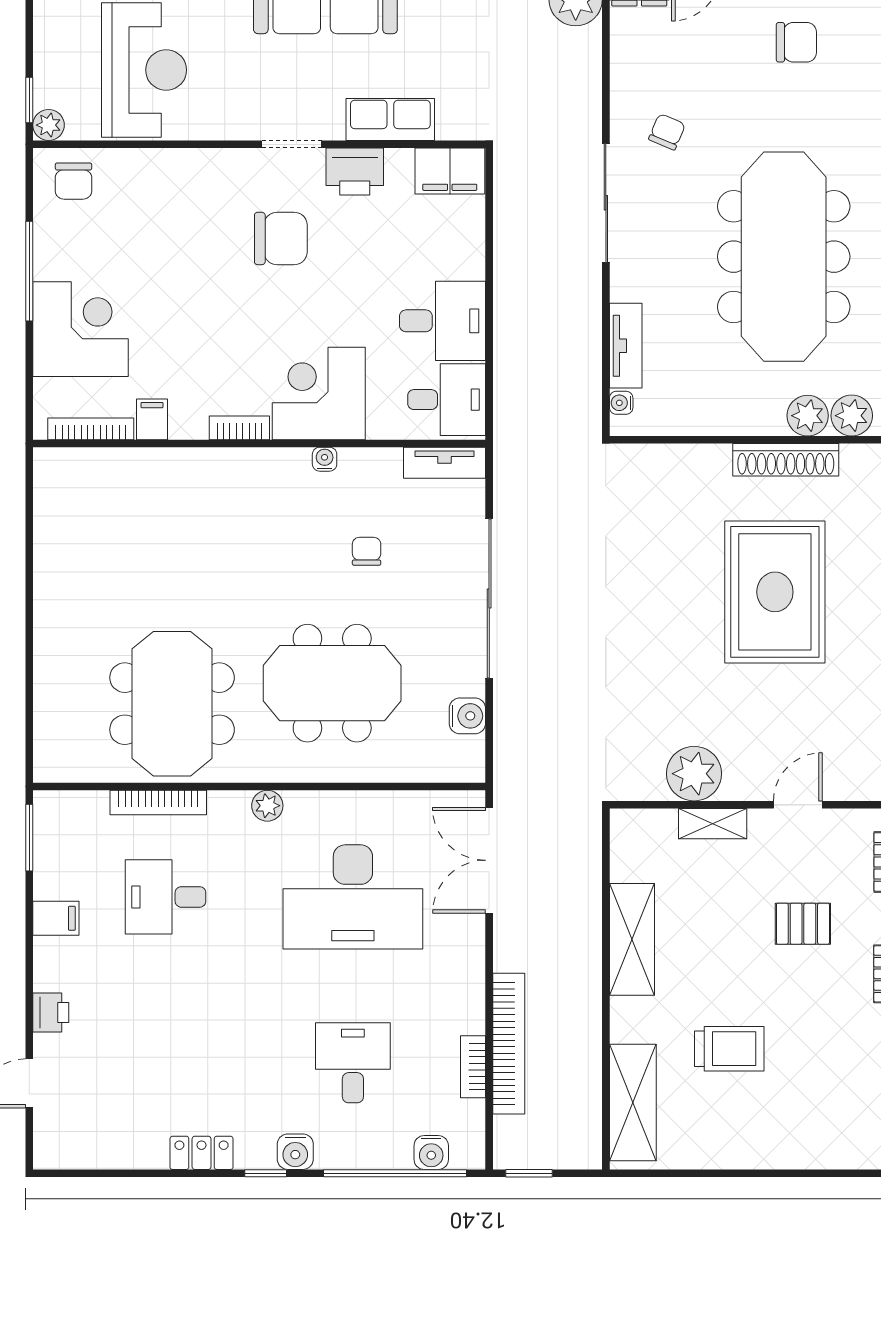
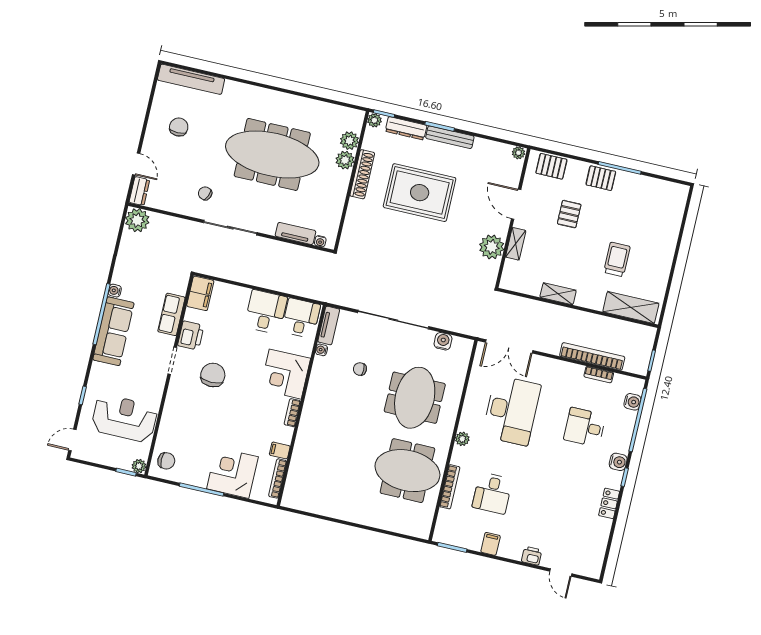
water cooler: (325, 459) -> (321, 350), moved
door: (798, 805) -> (516, 204), width x1.38
shelving: (632, 939) -> (558, 294), width x0.67, depth x0.75

